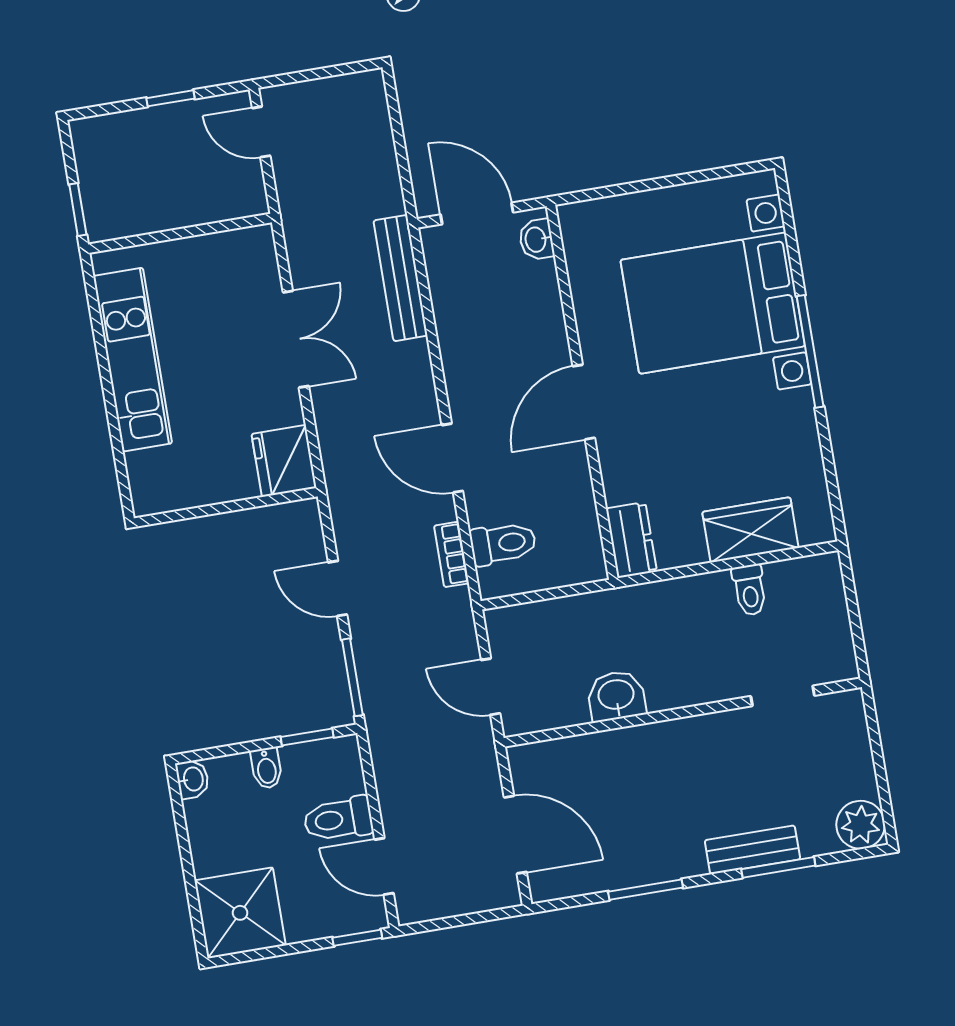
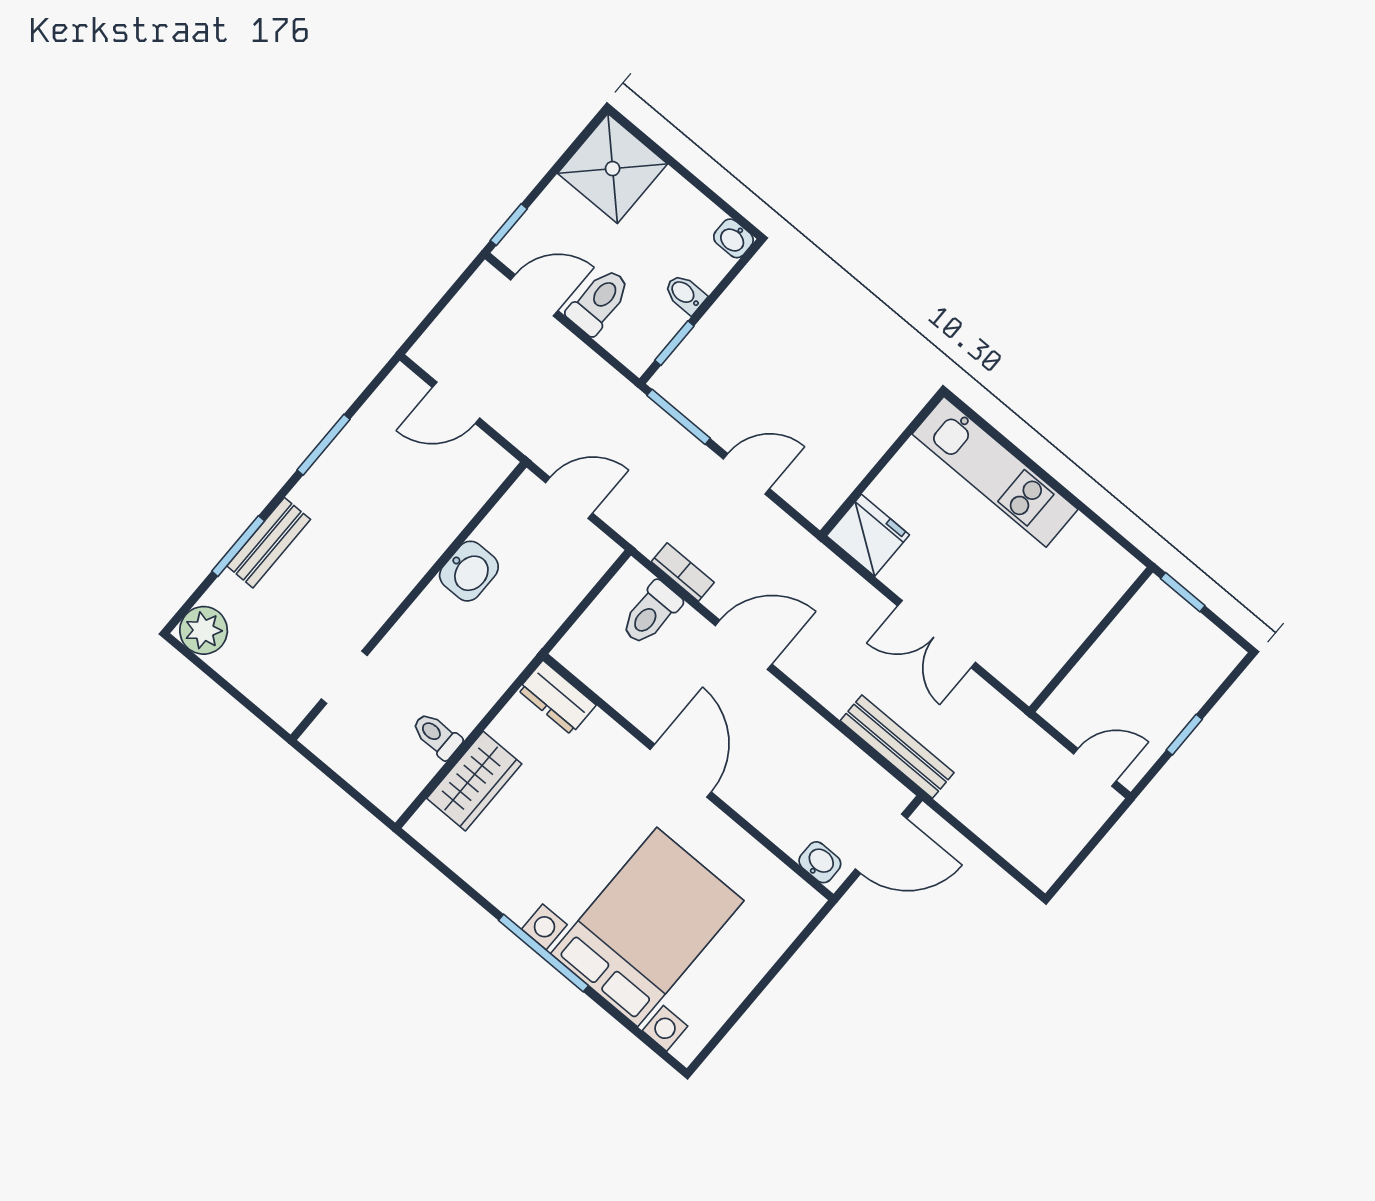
kitchen unit: (133, 360) -> (995, 472), moved
door: (515, 835) -> (456, 403), width x0.73

